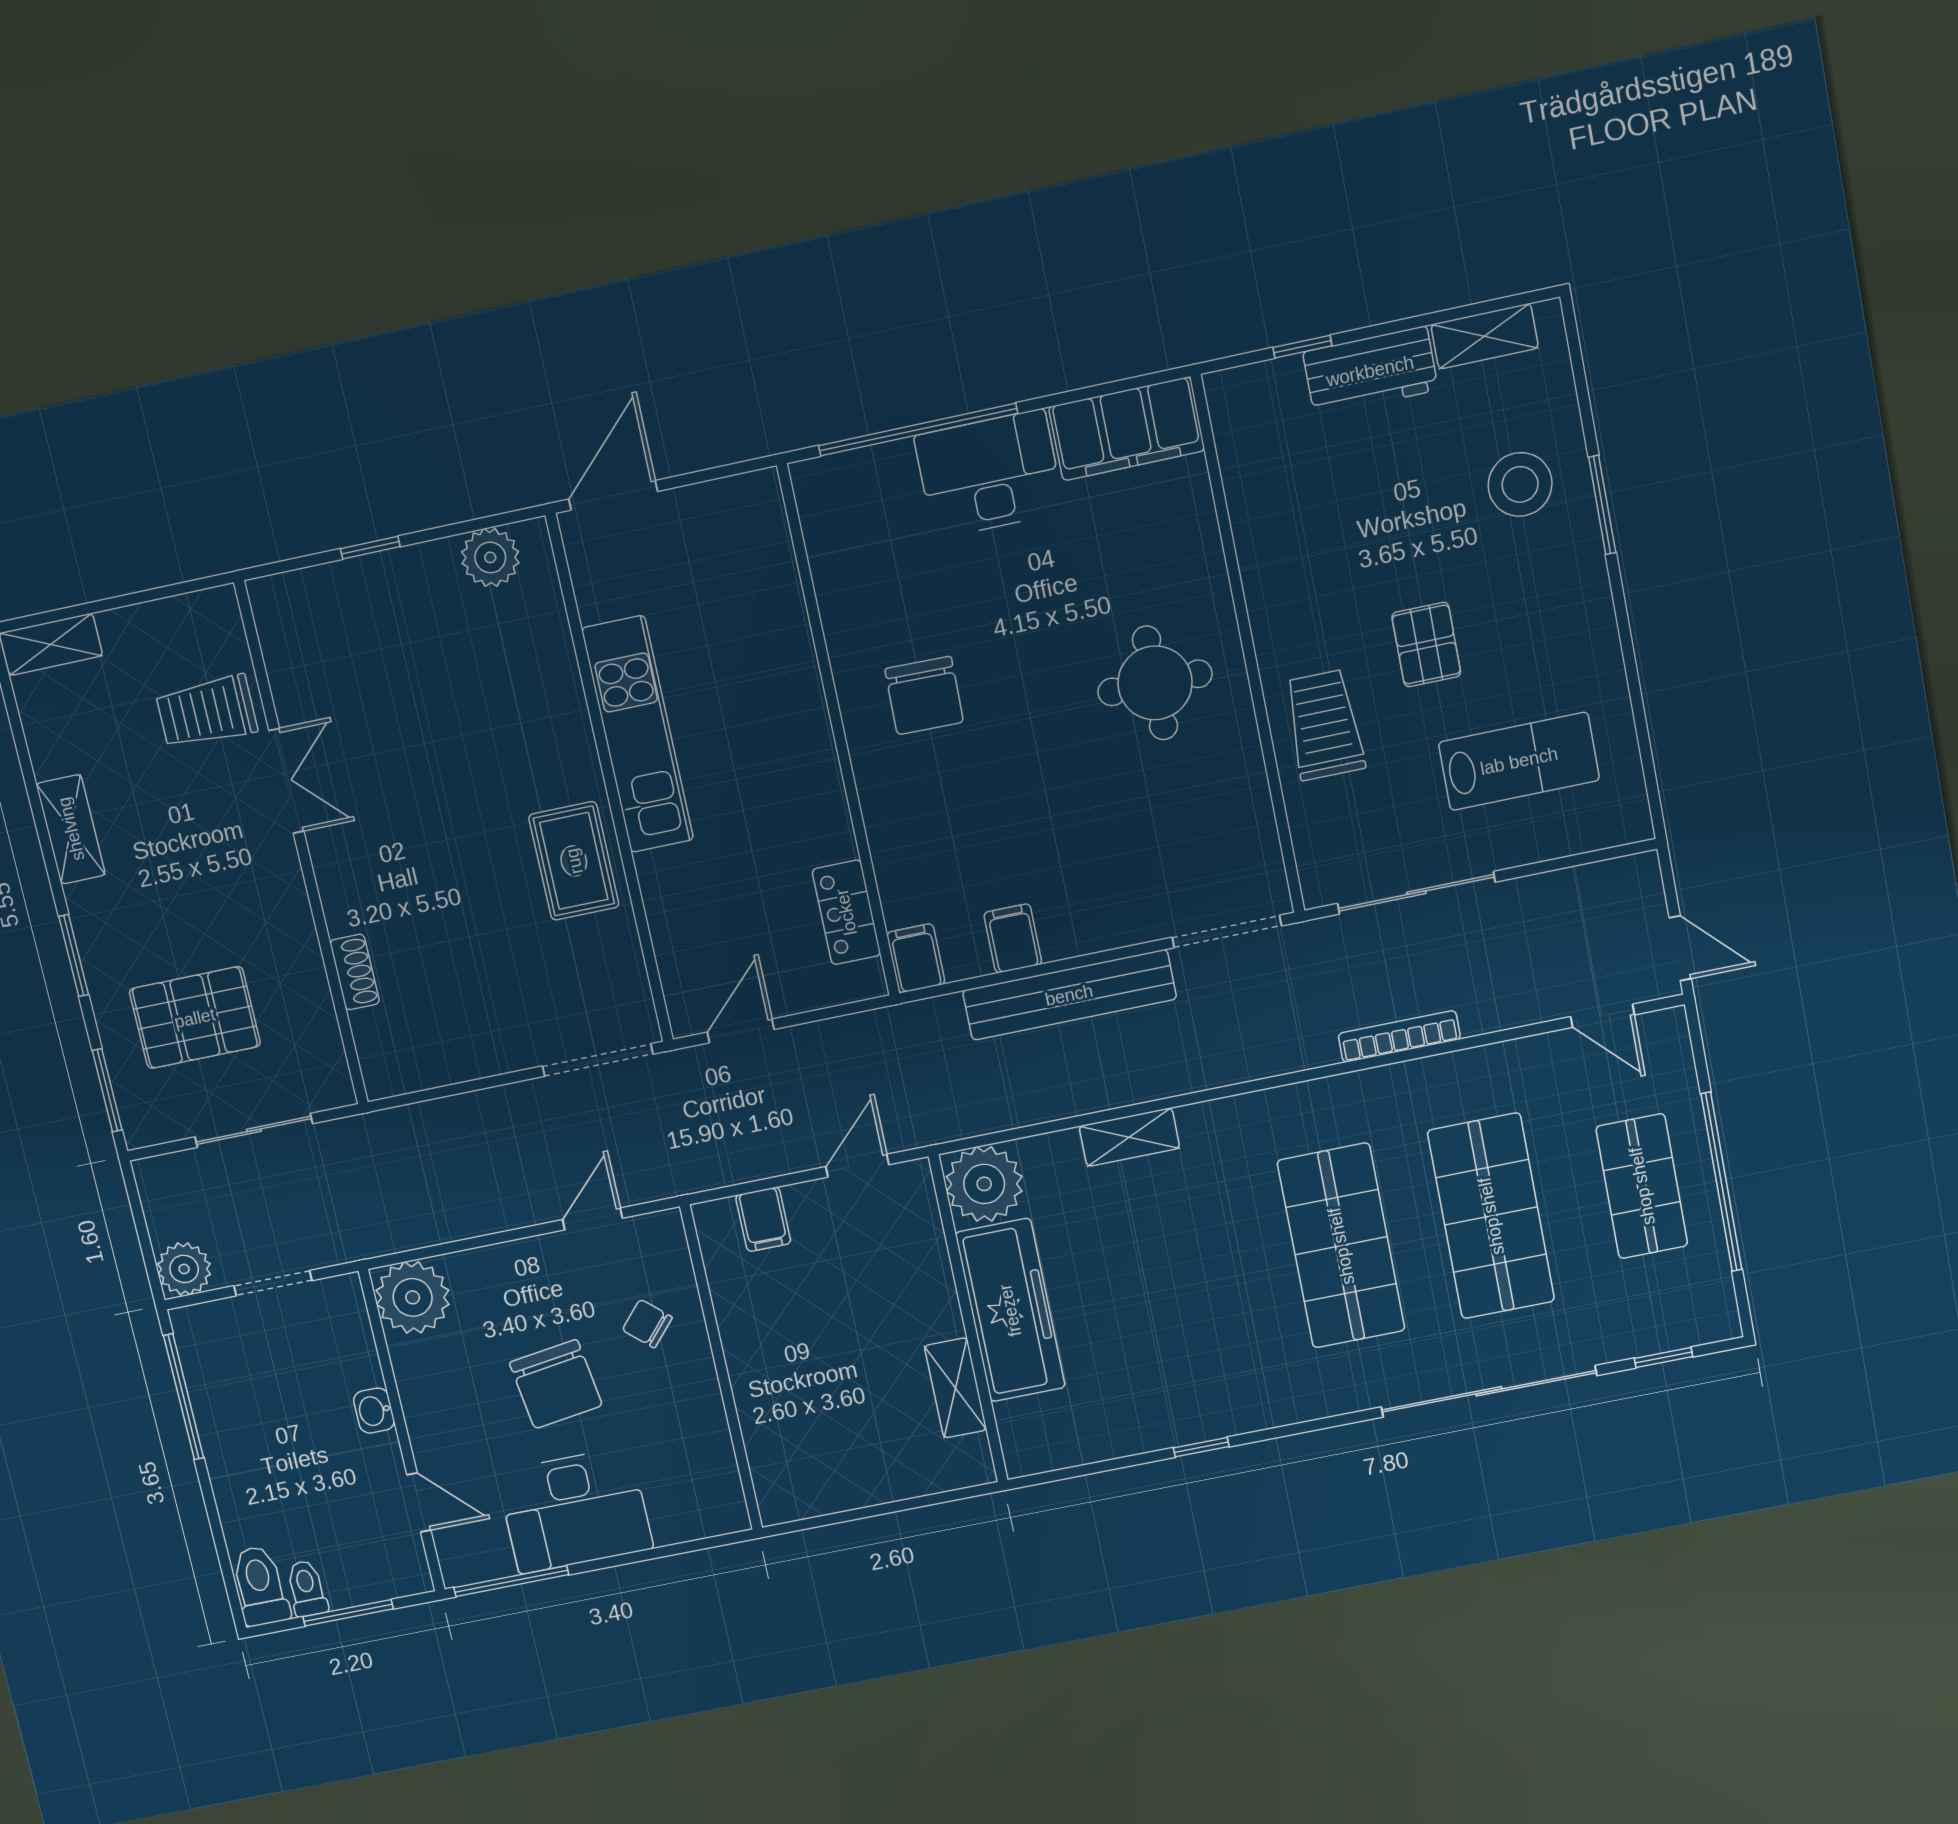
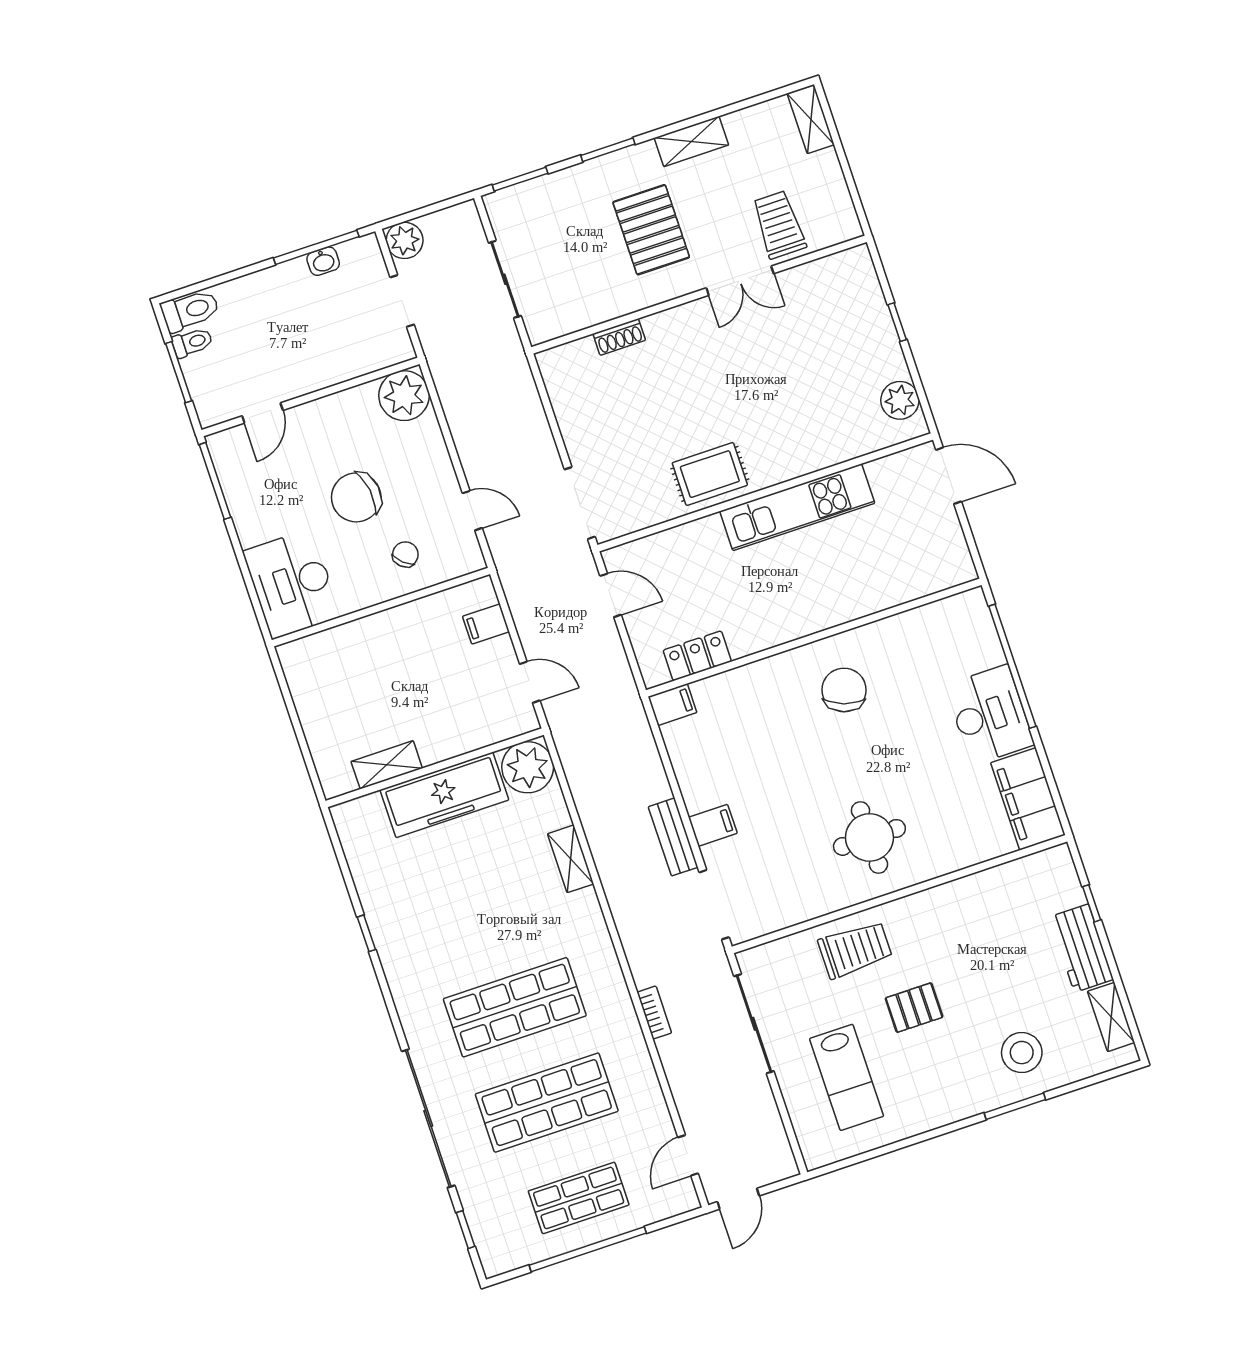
chair: (924, 696) -> (844, 690), turned 108
filing cabinet: (1013, 938) -> (713, 825), moved
bench: (1069, 995) -> (673, 837), width x0.54, depth x0.82
pallet: (195, 1018) -> (651, 230), moved
bookcase: (1399, 1036) -> (654, 1013), width x0.64
washbasin: (374, 1411) -> (323, 261), moved, turned 180
desk: (575, 1510) -> (292, 584), moved

